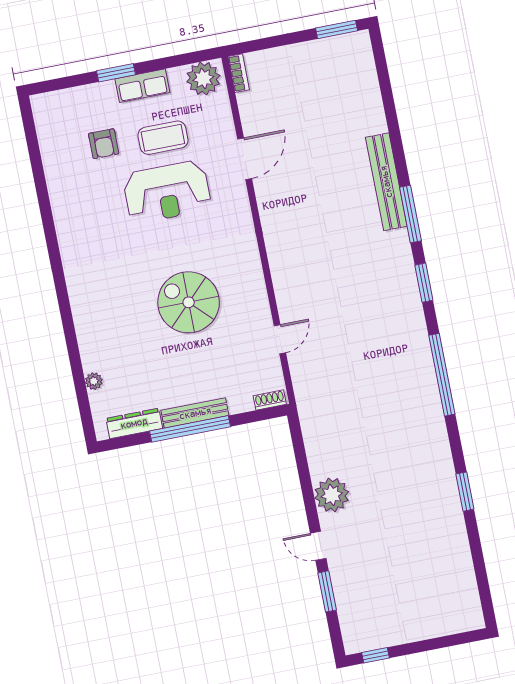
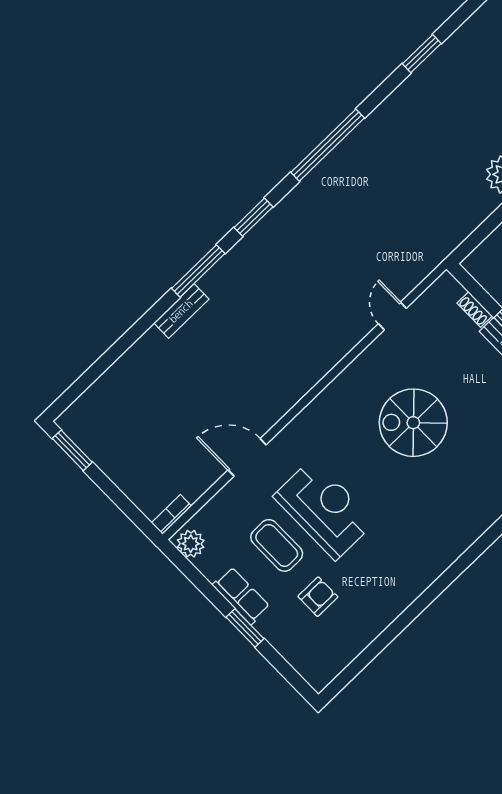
plant: (203, 79) -> (191, 544), width x0.73, depth x0.73
bench: (386, 182) -> (181, 311), width x0.54, depth x0.82
spiral stairs: (189, 302) -> (413, 423), turned 90
door: (280, 339) -> (392, 316), hinge flipped
shoe rack: (270, 400) -> (475, 309), moved

